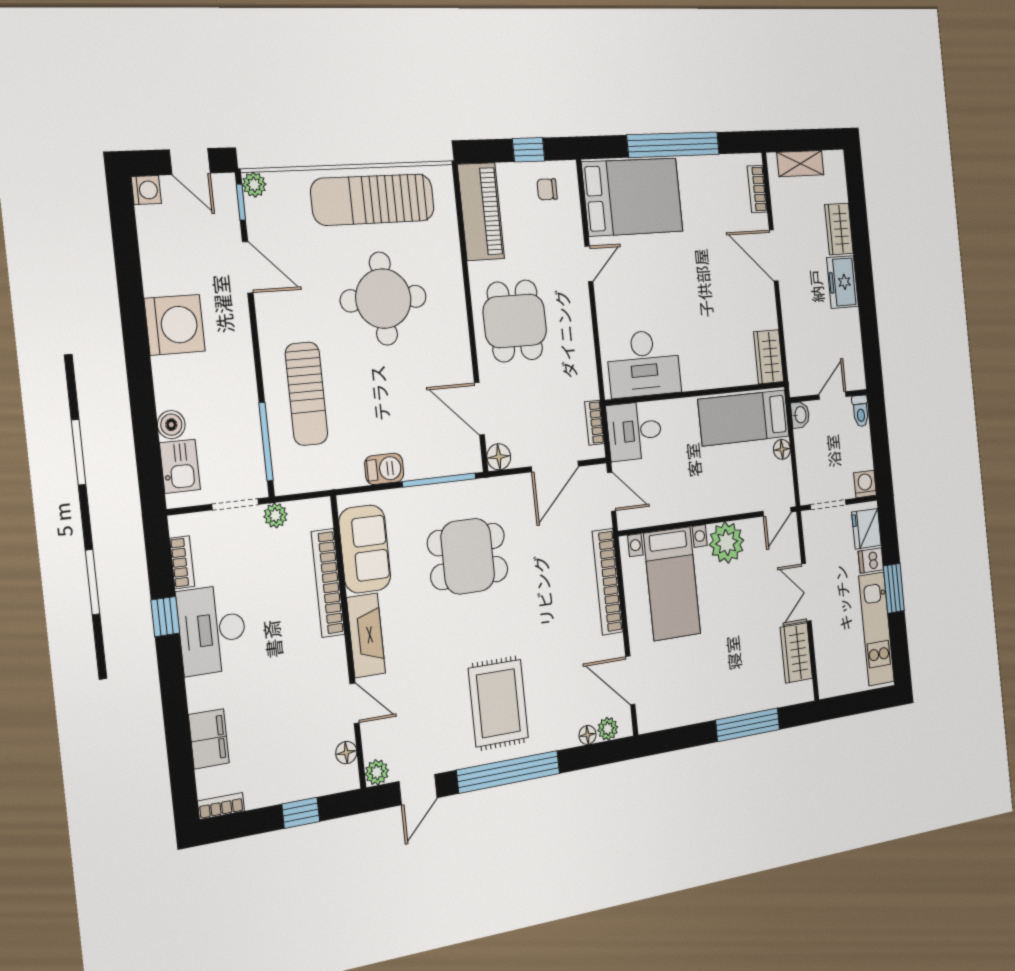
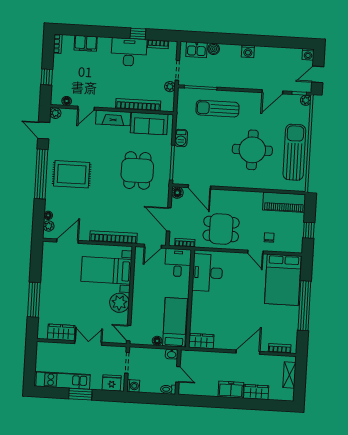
chair: (547, 189) -> (269, 238), moved
dining table: (515, 321) -> (221, 229), moved
washing machine: (175, 325) -> (248, 51), width x0.53, depth x0.53
door: (479, 409) -> (199, 187), swing flipped
dishwasher: (871, 560) -> (96, 383), removed

